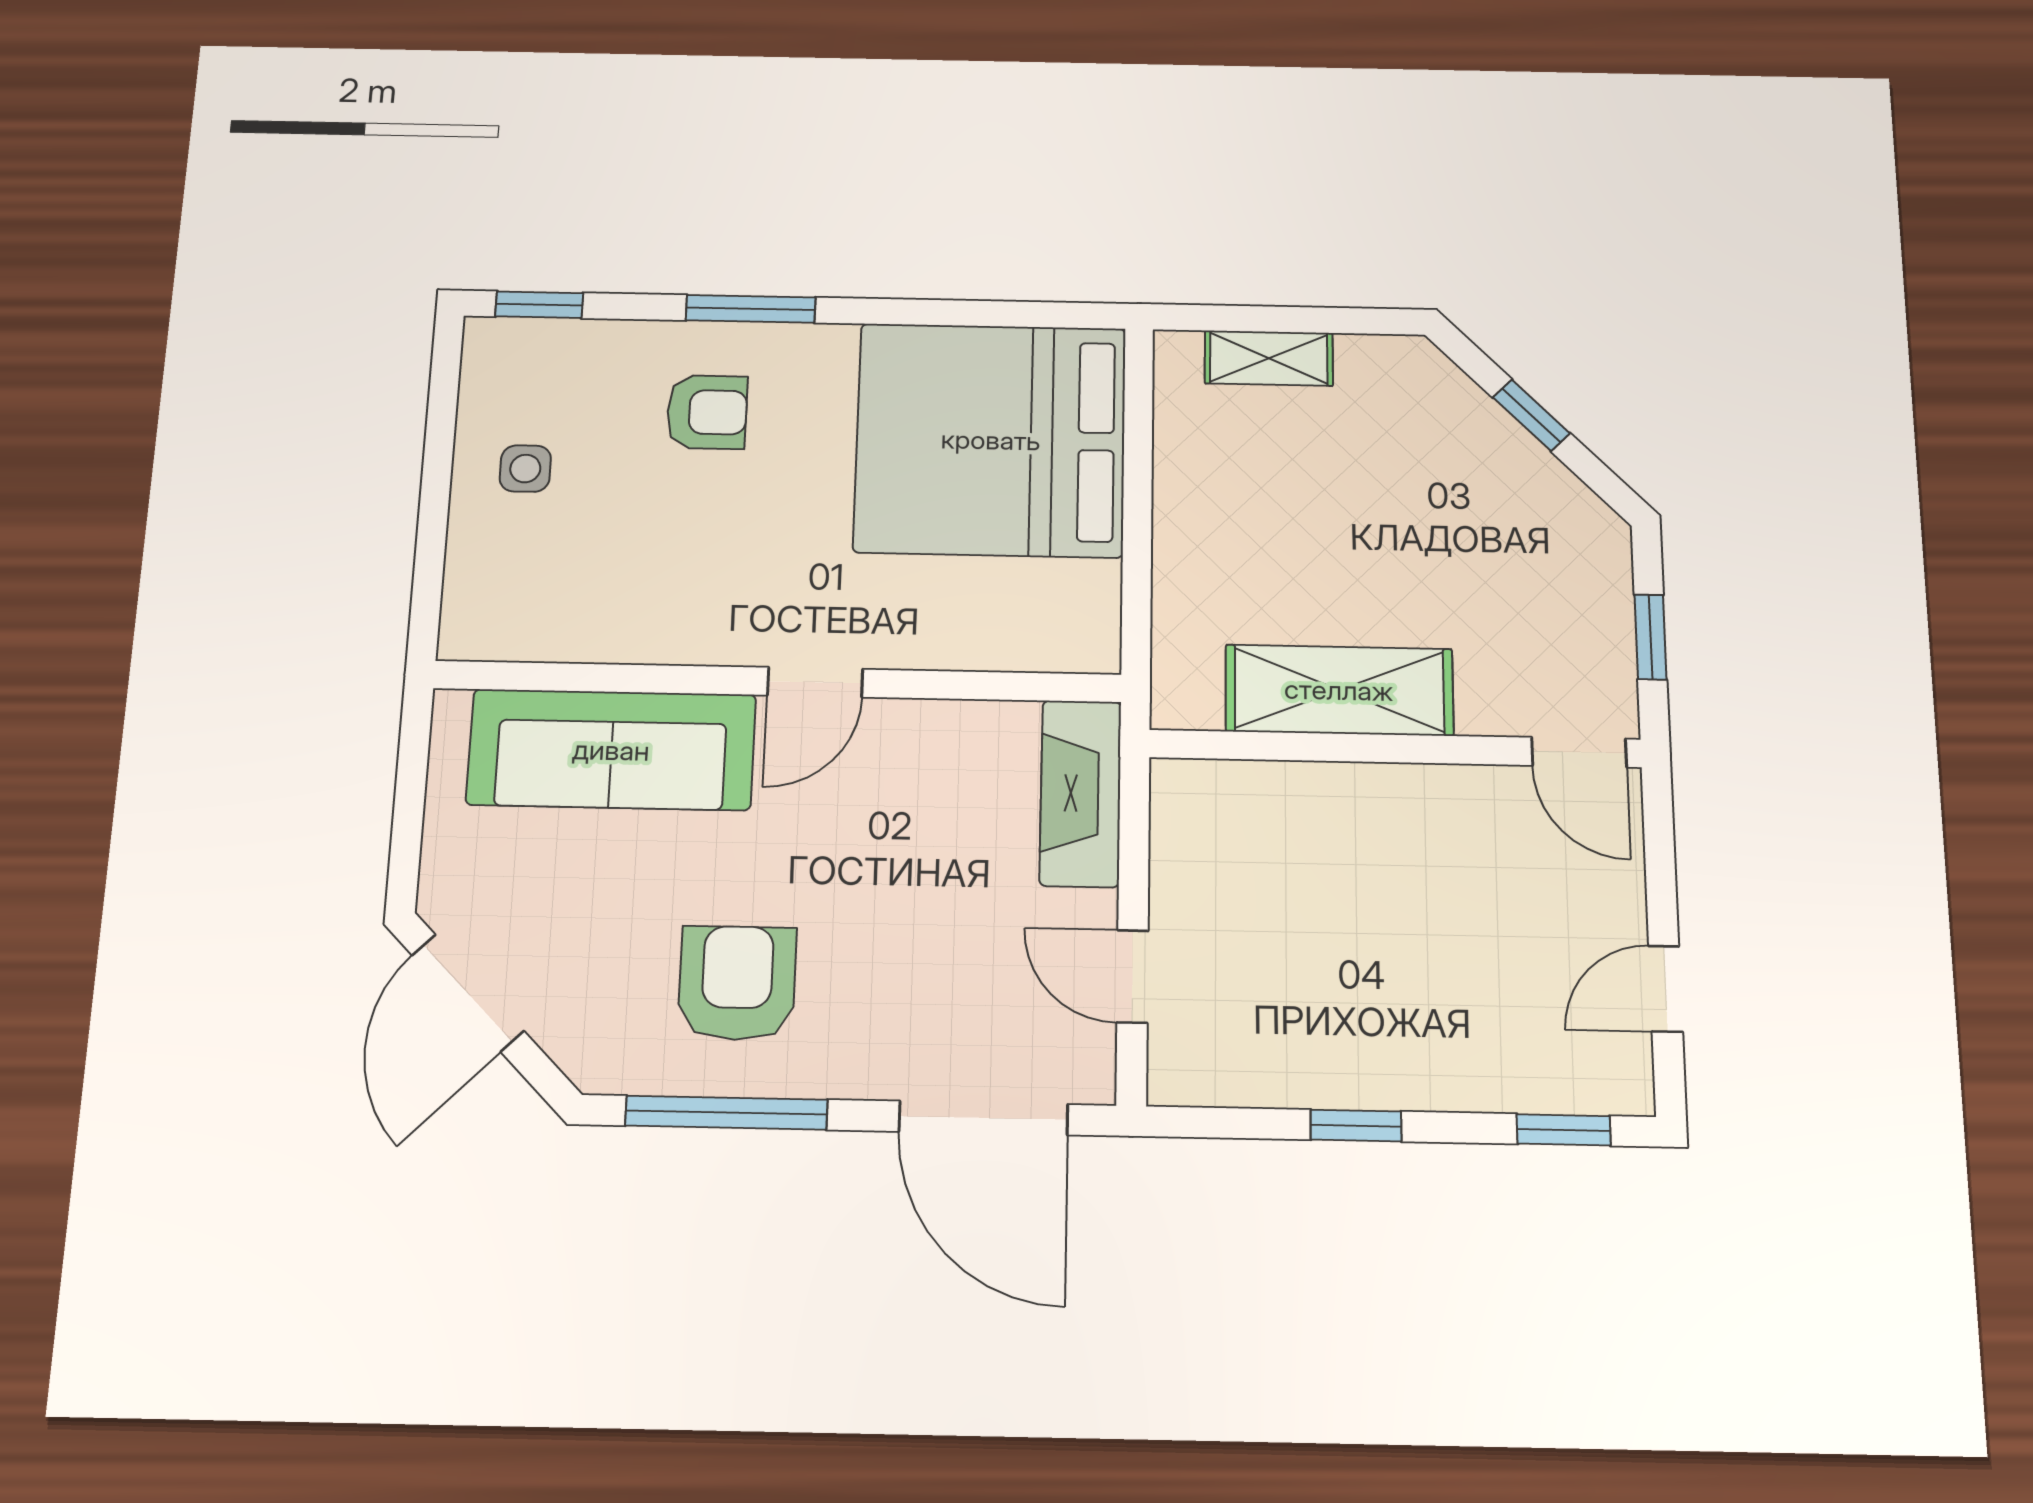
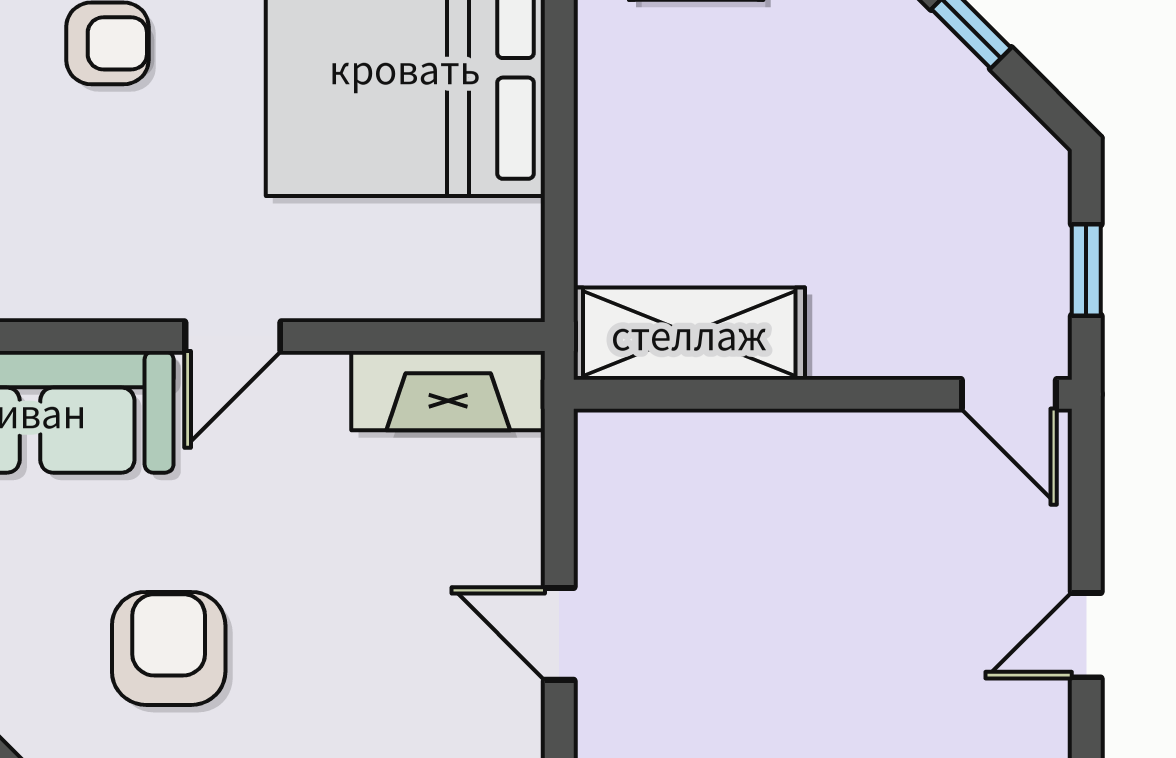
shelving: (1339, 690) -> (689, 334), moved
fireplace: (1081, 793) -> (448, 391), moved, turned -90

